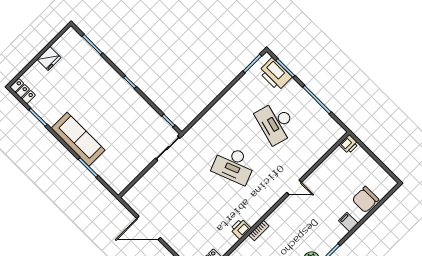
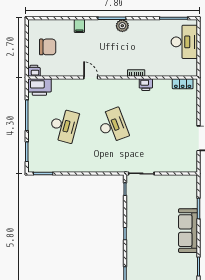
printer: (275, 74) -> (39, 87), moved, turned 90
chair: (365, 200) -> (48, 47), moved

